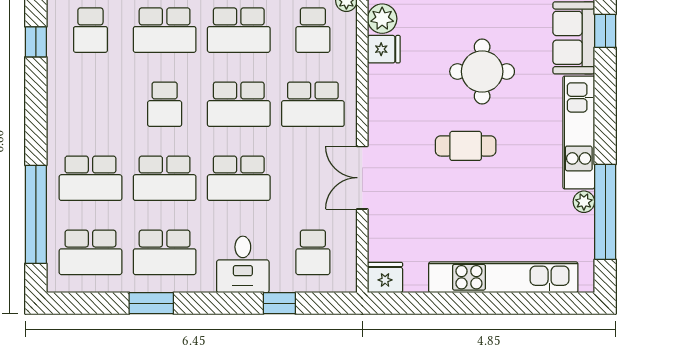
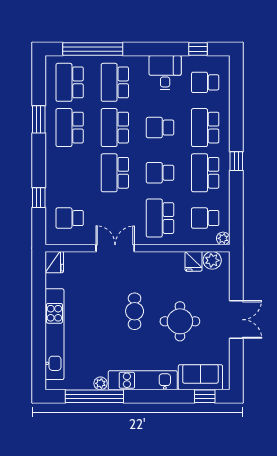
school desk: (239, 104) -> (160, 173), width x0.54
desk: (243, 264) -> (165, 73), moved, turned 90

